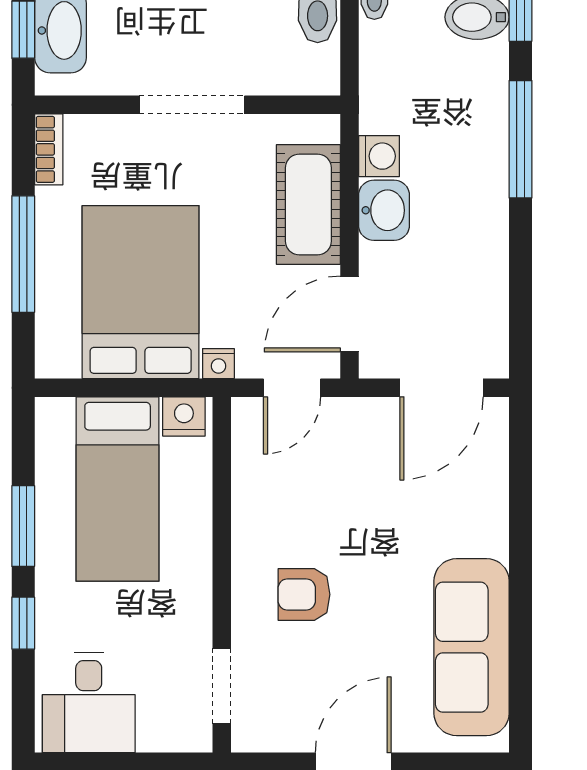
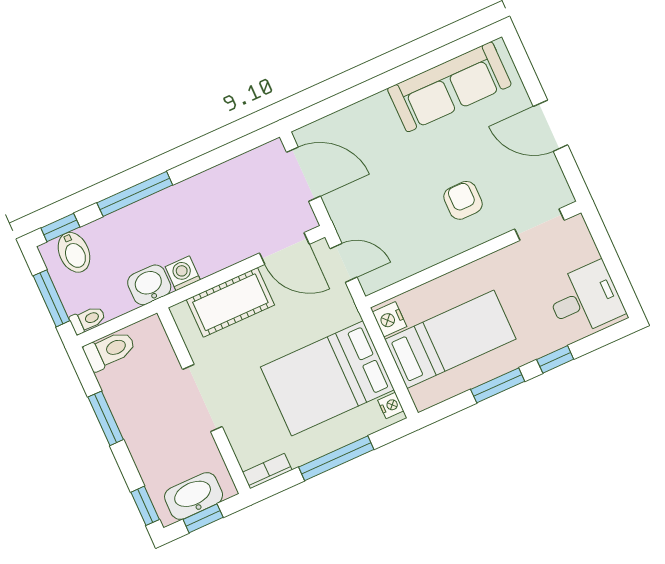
washbasin: (384, 210) -> (149, 285), moved
nightstand: (218, 364) -> (391, 405), moved
armchair: (304, 594) -> (463, 200), turned 180

